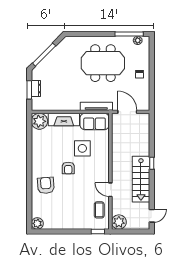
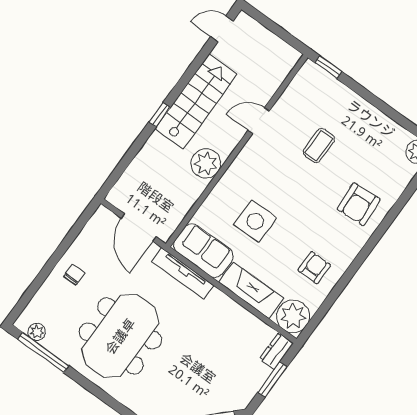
meeting table: (103, 63) -> (120, 336), turned 90
dresser: (36, 88) -> (277, 351), moved
armchair: (68, 168) -> (314, 268), moved
door: (110, 190) -> (259, 121), swing flipped
coffee table: (99, 210) -> (319, 146), moved
plant: (119, 222) -> (206, 164), moved

